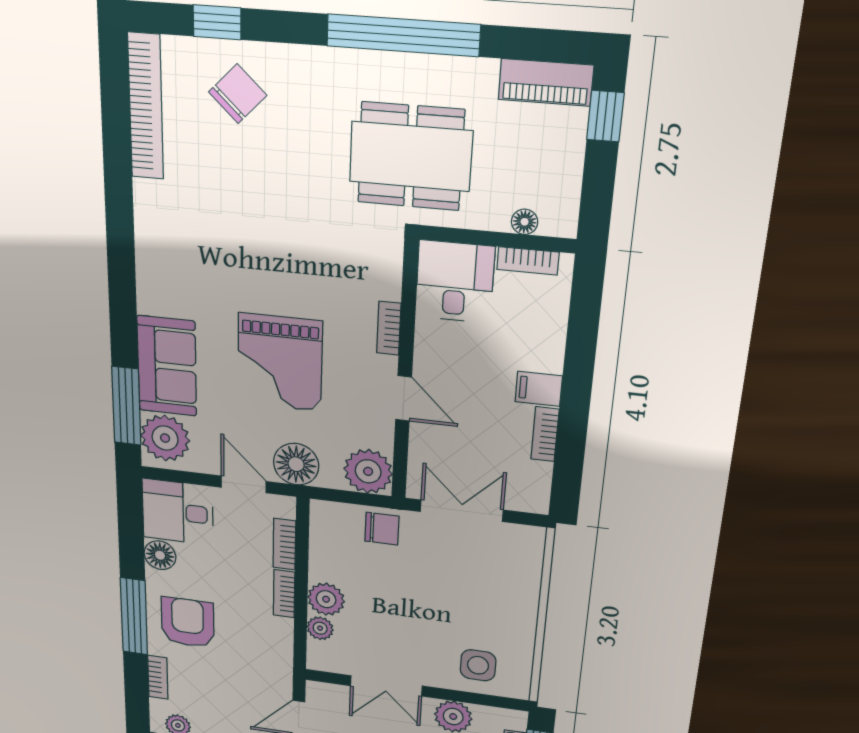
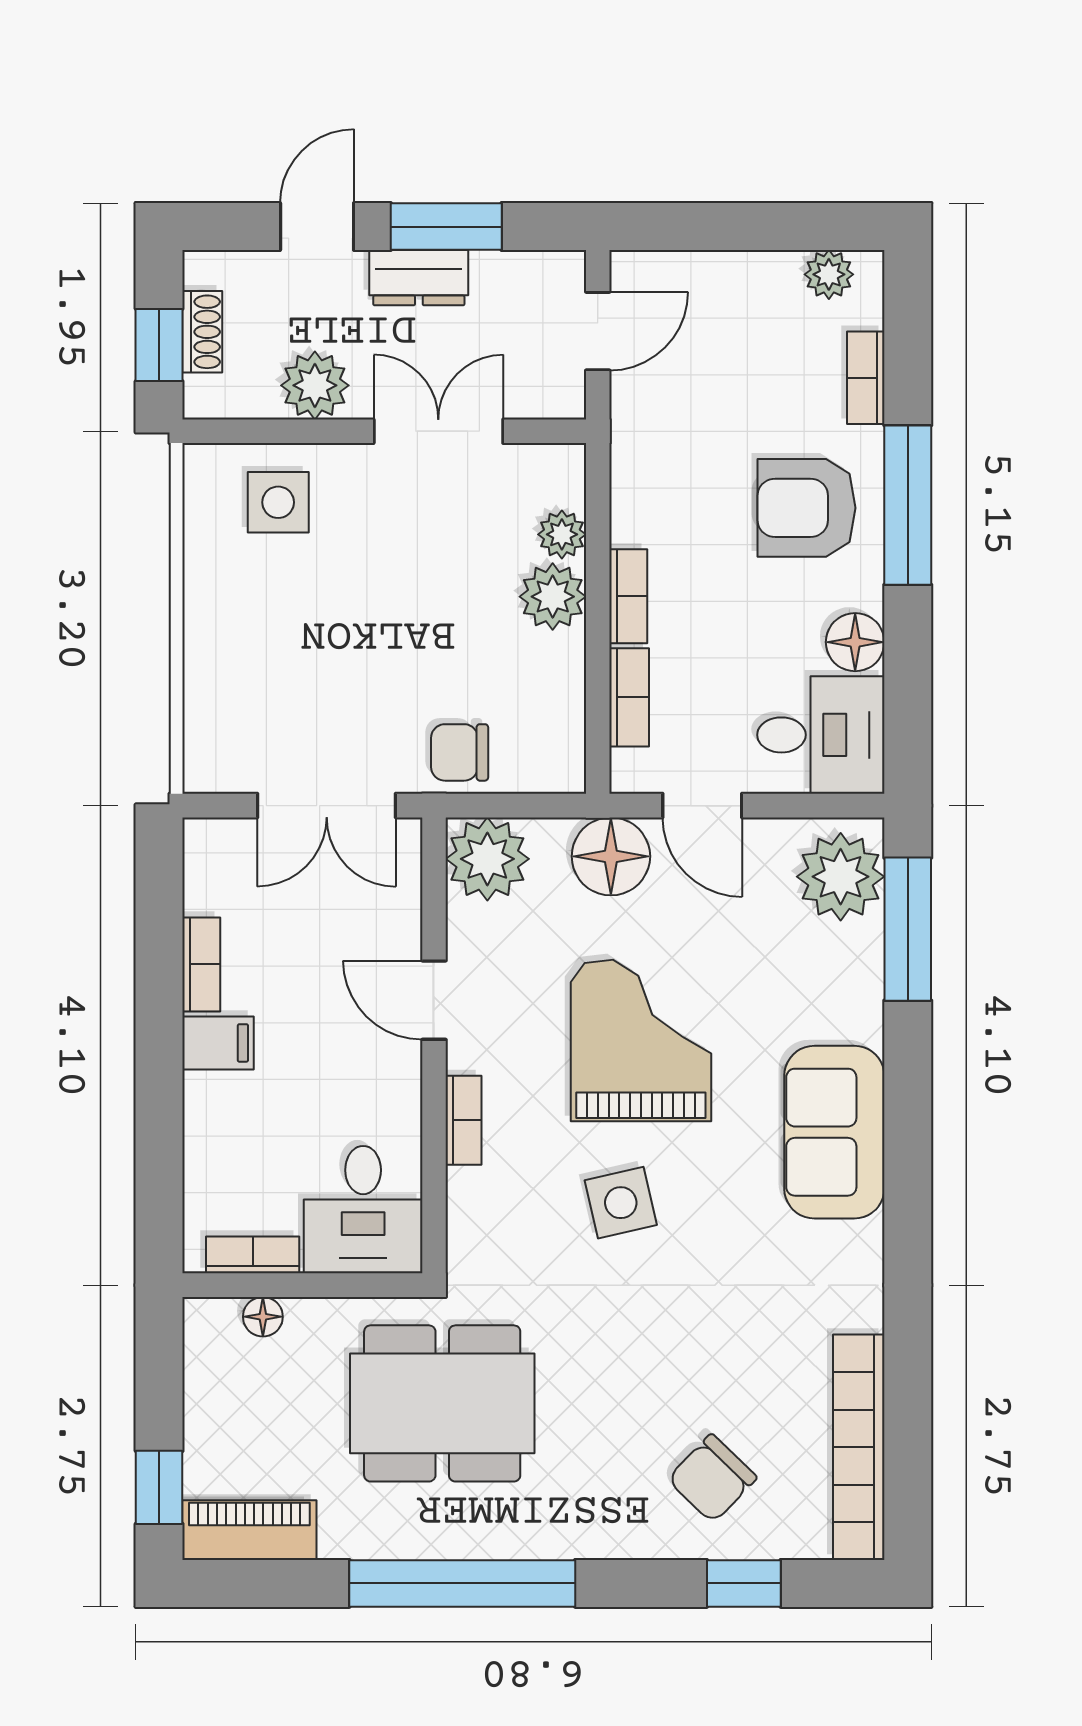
side table: (293, 270) -> (621, 1203), added
sofa: (167, 366) -> (834, 1132), moved
armchair: (188, 622) -> (806, 508), turned 90

